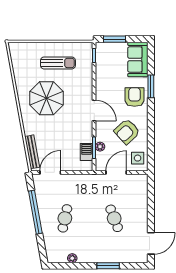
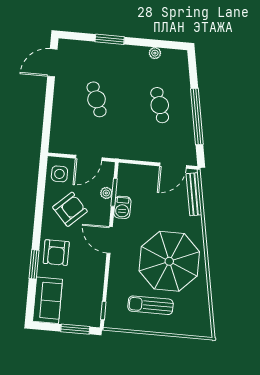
parasol: (47, 98) -> (169, 261), width x1.36, depth x1.36
barbecue: (87, 152) -> (122, 207), moved
cafe table: (65, 218) -> (160, 105), turned -30

